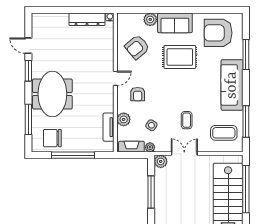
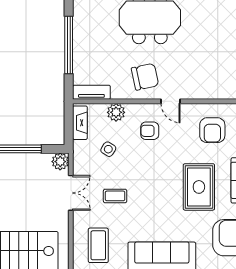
armchair: (137, 47) -> (212, 130), turned -140
tv unit: (109, 127) -> (91, 92), moved
chair: (52, 138) -> (145, 77), moved, turned 78
plant: (150, 147) -> (79, 147), removed

